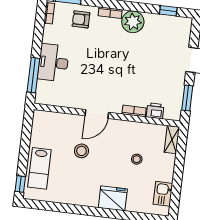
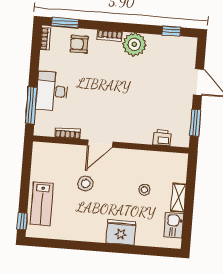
bookcase: (134, 111) -> (68, 133), moved
shelving: (172, 140) -> (178, 198), moved

